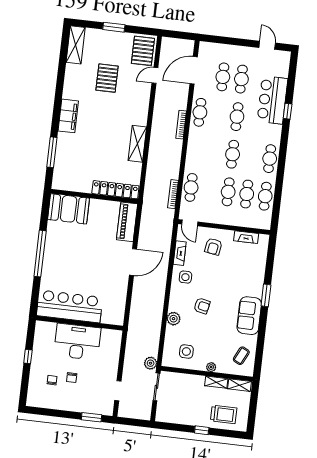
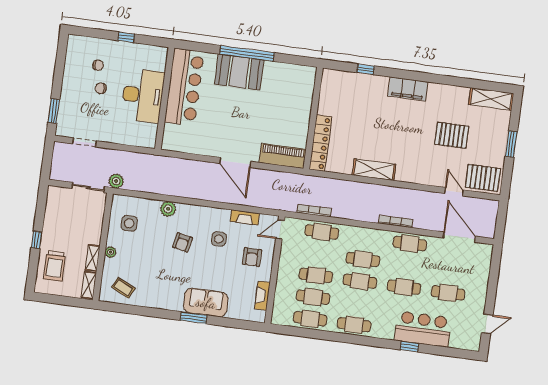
cafe table: (223, 77) -> (363, 259), moved
window: (52, 152) -> (366, 69), width x0.46
booth: (69, 209) -> (239, 72), moved, turned 90
armchair: (213, 247) -> (252, 257), turned -99
side table: (185, 277) -> (219, 239), moved
sofa: (249, 316) -> (206, 303), moved

